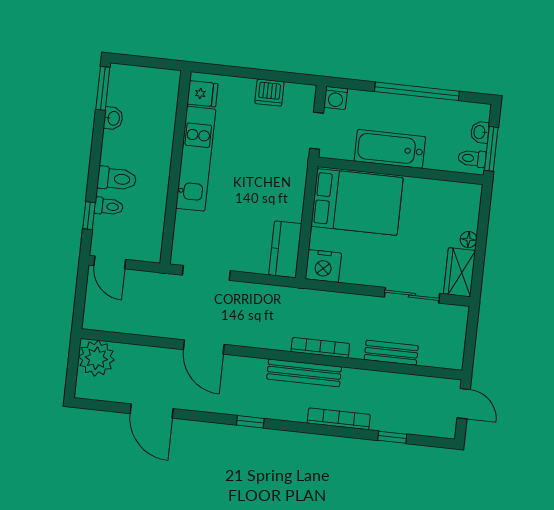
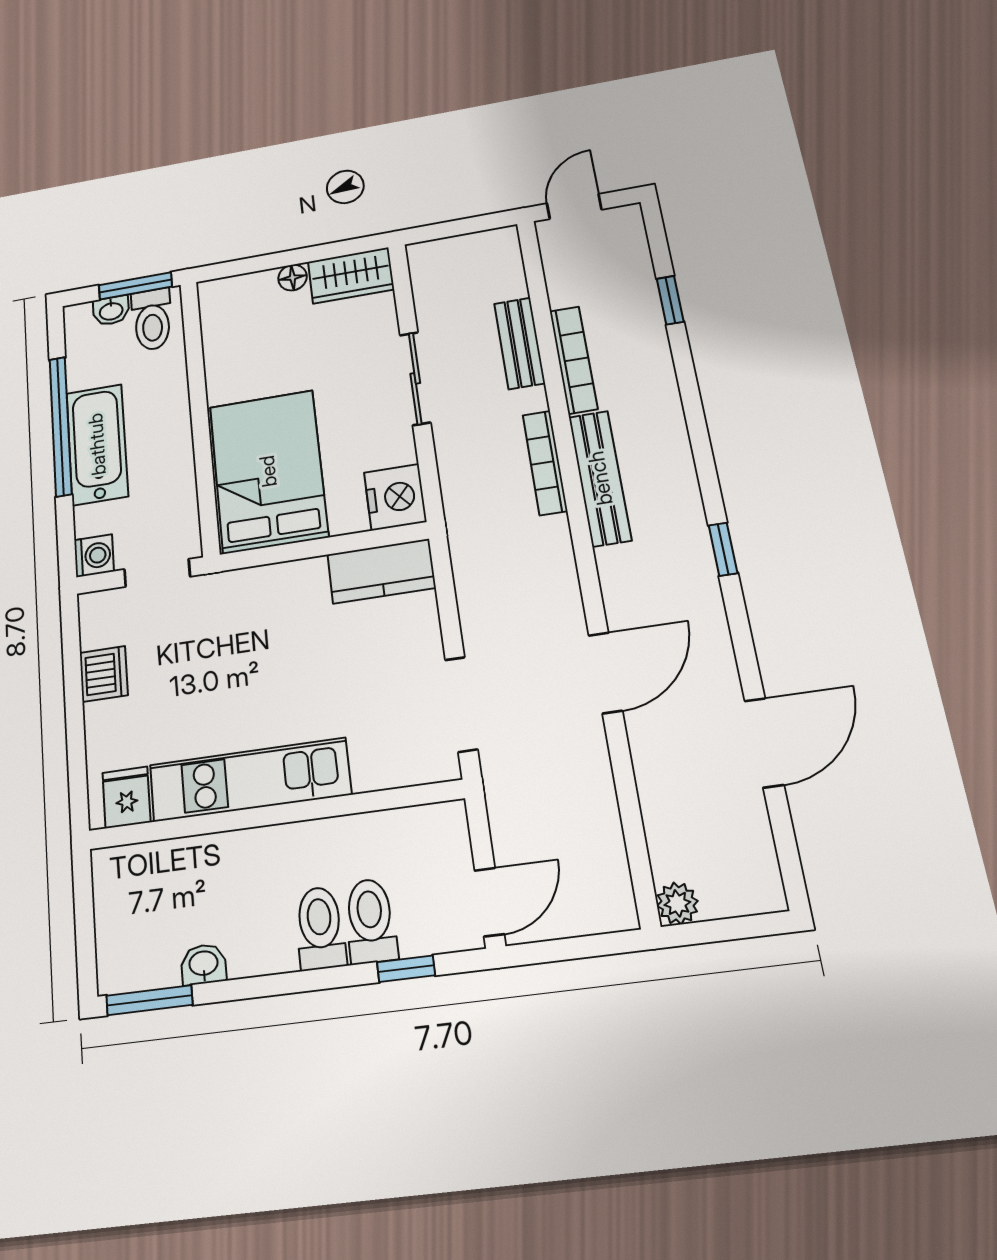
bathtub: (390, 149) -> (97, 444), moved, turned 180
toilet: (472, 158) -> (152, 319), width x1.37, depth x1.39
toilet: (109, 206) -> (371, 921), width x1.37, depth x1.39
sliding door: (412, 295) -> (415, 378), moved
plant: (96, 358) -> (677, 903), width x0.53, depth x0.53
bookcase: (339, 419) -> (574, 360), moved, turned 180

